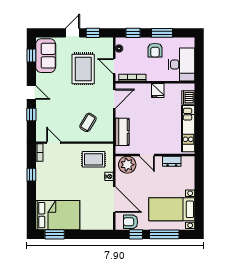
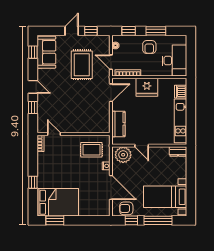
fridge: (158, 90) -> (147, 87), width x1.88, depth x1.34
coffee table: (88, 122) -> (86, 115), removed
dresser: (172, 161) -> (178, 152), moved
window: (31, 175) -> (33, 182), moved

